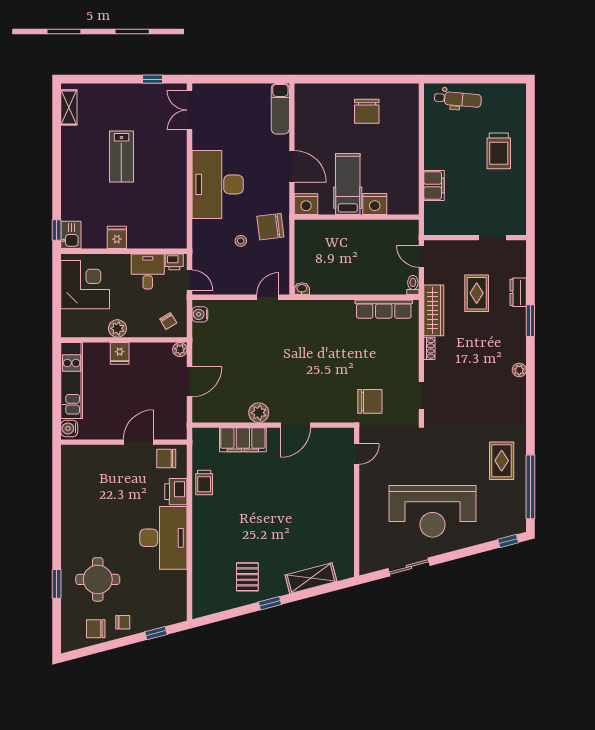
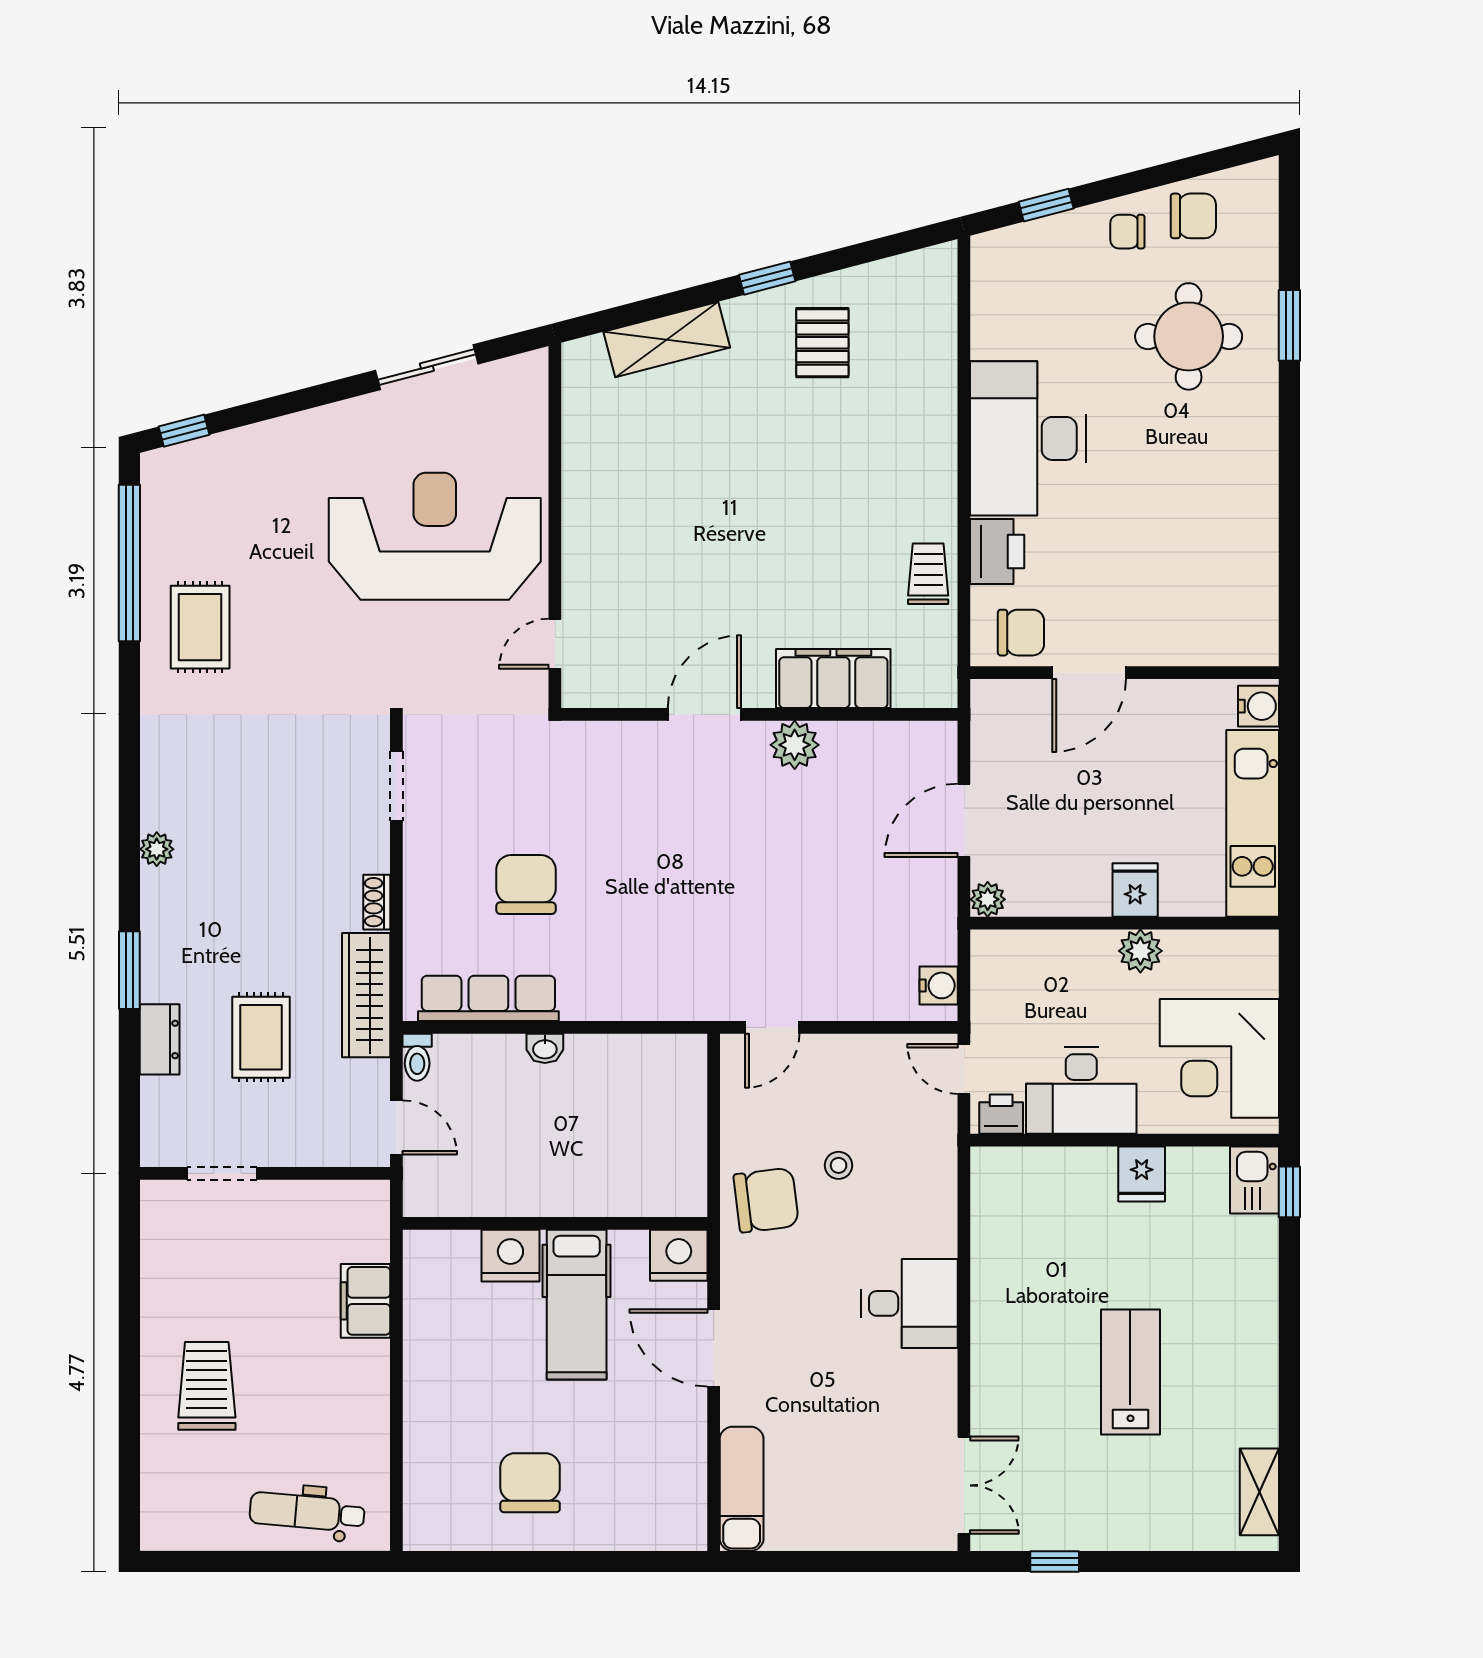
desk: (218, 184) -> (910, 1303), width x0.53, depth x0.77
desk: (148, 271) -> (1081, 1090), width x1.37
washbasin: (302, 289) -> (545, 1048), moved
chair: (168, 321) -> (1016, 969), removed
chair: (370, 401) -> (526, 885), moved, turned 90
reception desk: (432, 511) -> (435, 536), moved

